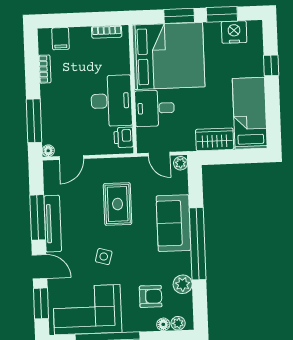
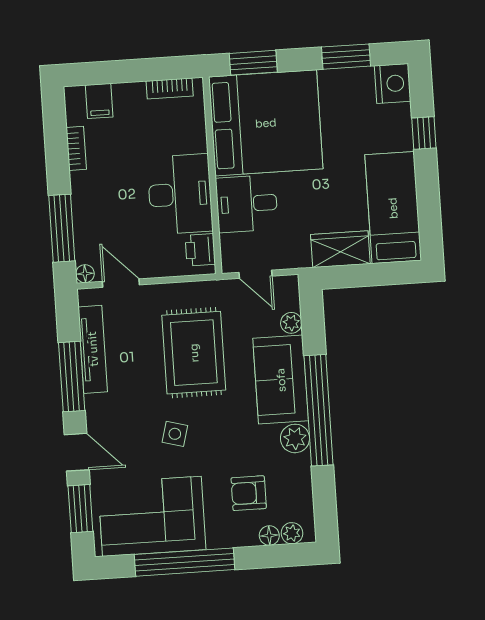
window: (179, 16) -> (253, 63), moved
nightstand: (234, 32) -> (393, 83), moved, turned 90
door: (71, 158) -> (121, 283), swing flipped
plant: (181, 163) -> (291, 323), moved
rug: (118, 204) -> (194, 353), width x1.36, depth x1.43
tv unit: (53, 224) -> (93, 349), moved
plant: (183, 284) -> (295, 438), moved
armchair: (151, 296) -> (249, 493), turned 180

